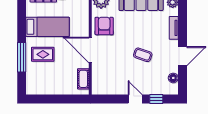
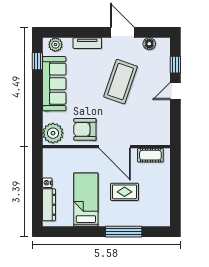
door: (90, 50) -> (115, 147), hinge flipped
rug: (43, 54) -> (124, 192), moved, turned 90
coffee table: (143, 55) -> (121, 82), width x1.86, depth x1.72

